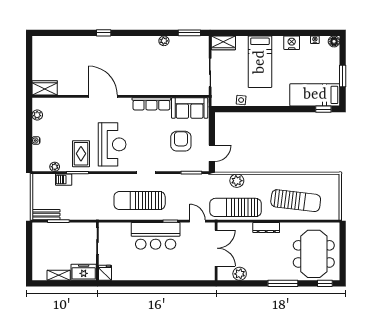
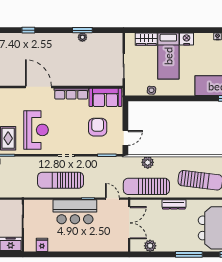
window: (189, 33) -> (82, 30), moved
wardrobe: (223, 43) -> (146, 39), moved
nightstand: (292, 43) -> (187, 39), moved
door: (103, 96) -> (38, 87), moved
fridge: (105, 273) -> (42, 245), moved

